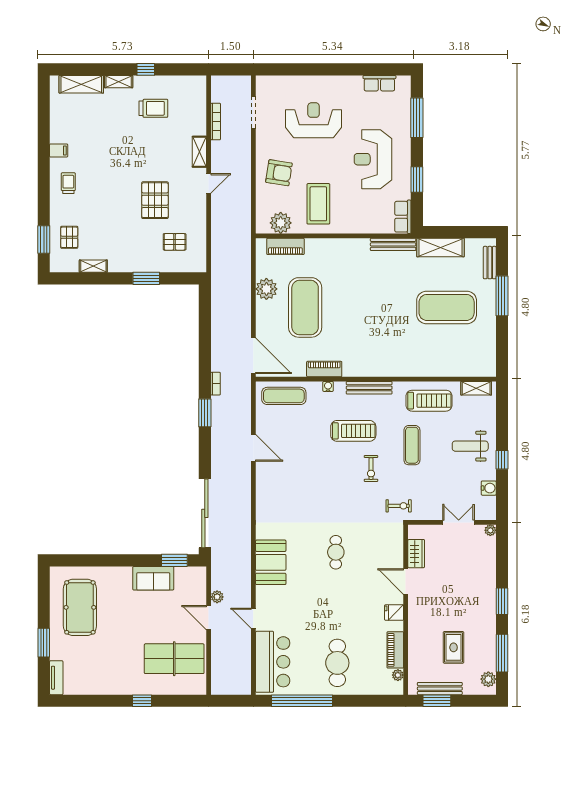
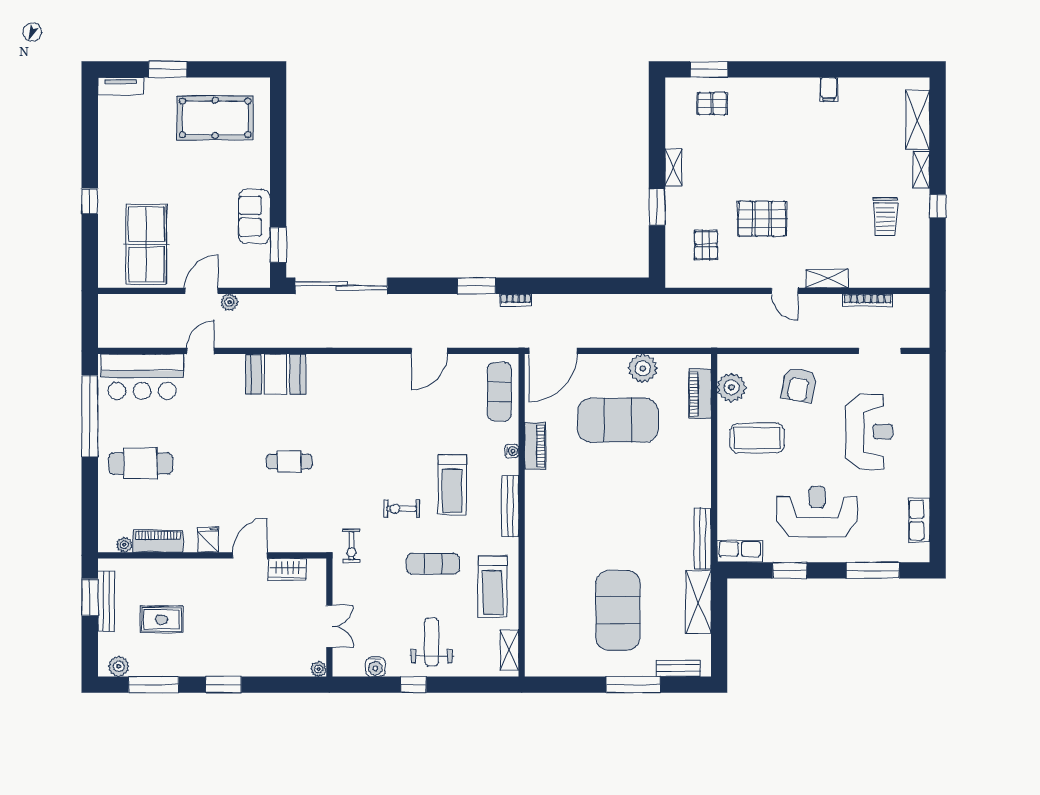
trolley: (68, 183) -> (785, 102), removed
shelving: (93, 266) -> (673, 167), moved

